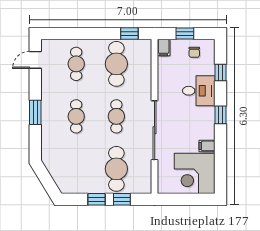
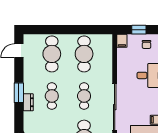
window: (129, 34) -> (94, 30), removed
cafe table: (76, 64) -> (52, 54), width x1.37, depth x1.35
dresser: (47, 124) -> (28, 102), added

